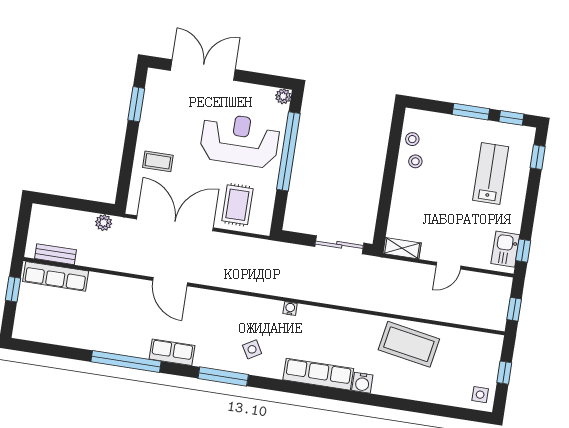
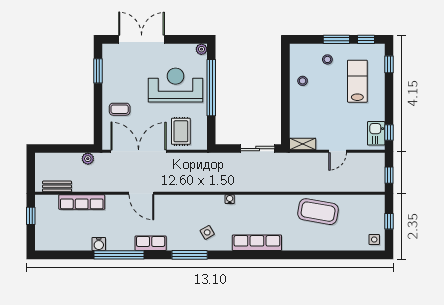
stool: (412, 139) -> (327, 59), moved
row of seats: (56, 276) -> (82, 202), moved
water cooler: (362, 383) -> (99, 244), moved

